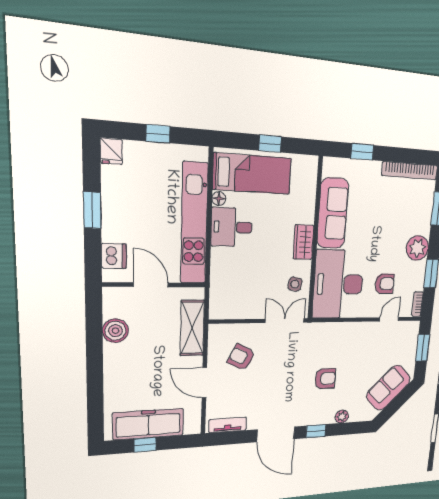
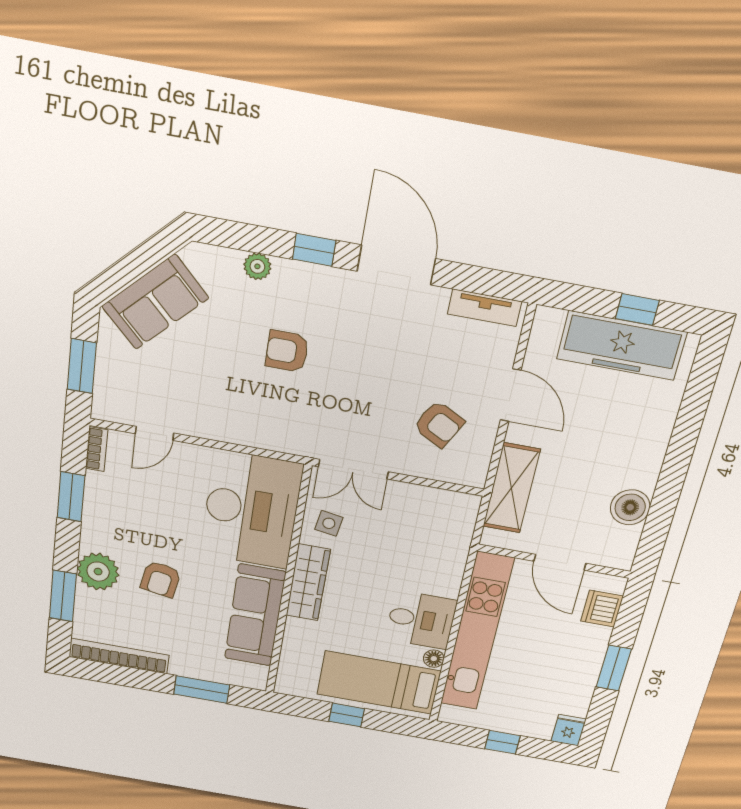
window: (362, 152) -> (202, 690), width x1.50
wardrobe: (303, 242) -> (308, 583), width x1.50
plant: (417, 248) -> (98, 572), moved
armchair: (384, 284) -> (161, 579), moved, turned -80

